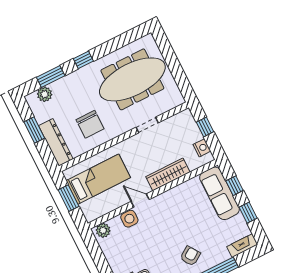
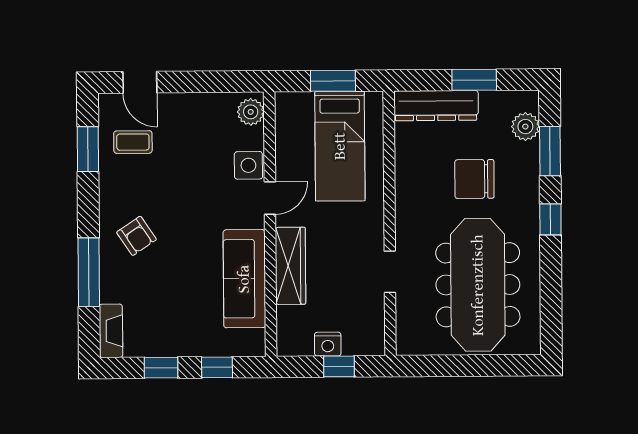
chair: (90, 124) -> (474, 179), moved
nightstand: (202, 148) -> (328, 344), moved
sofa: (220, 193) -> (244, 279), moved, turned -90

